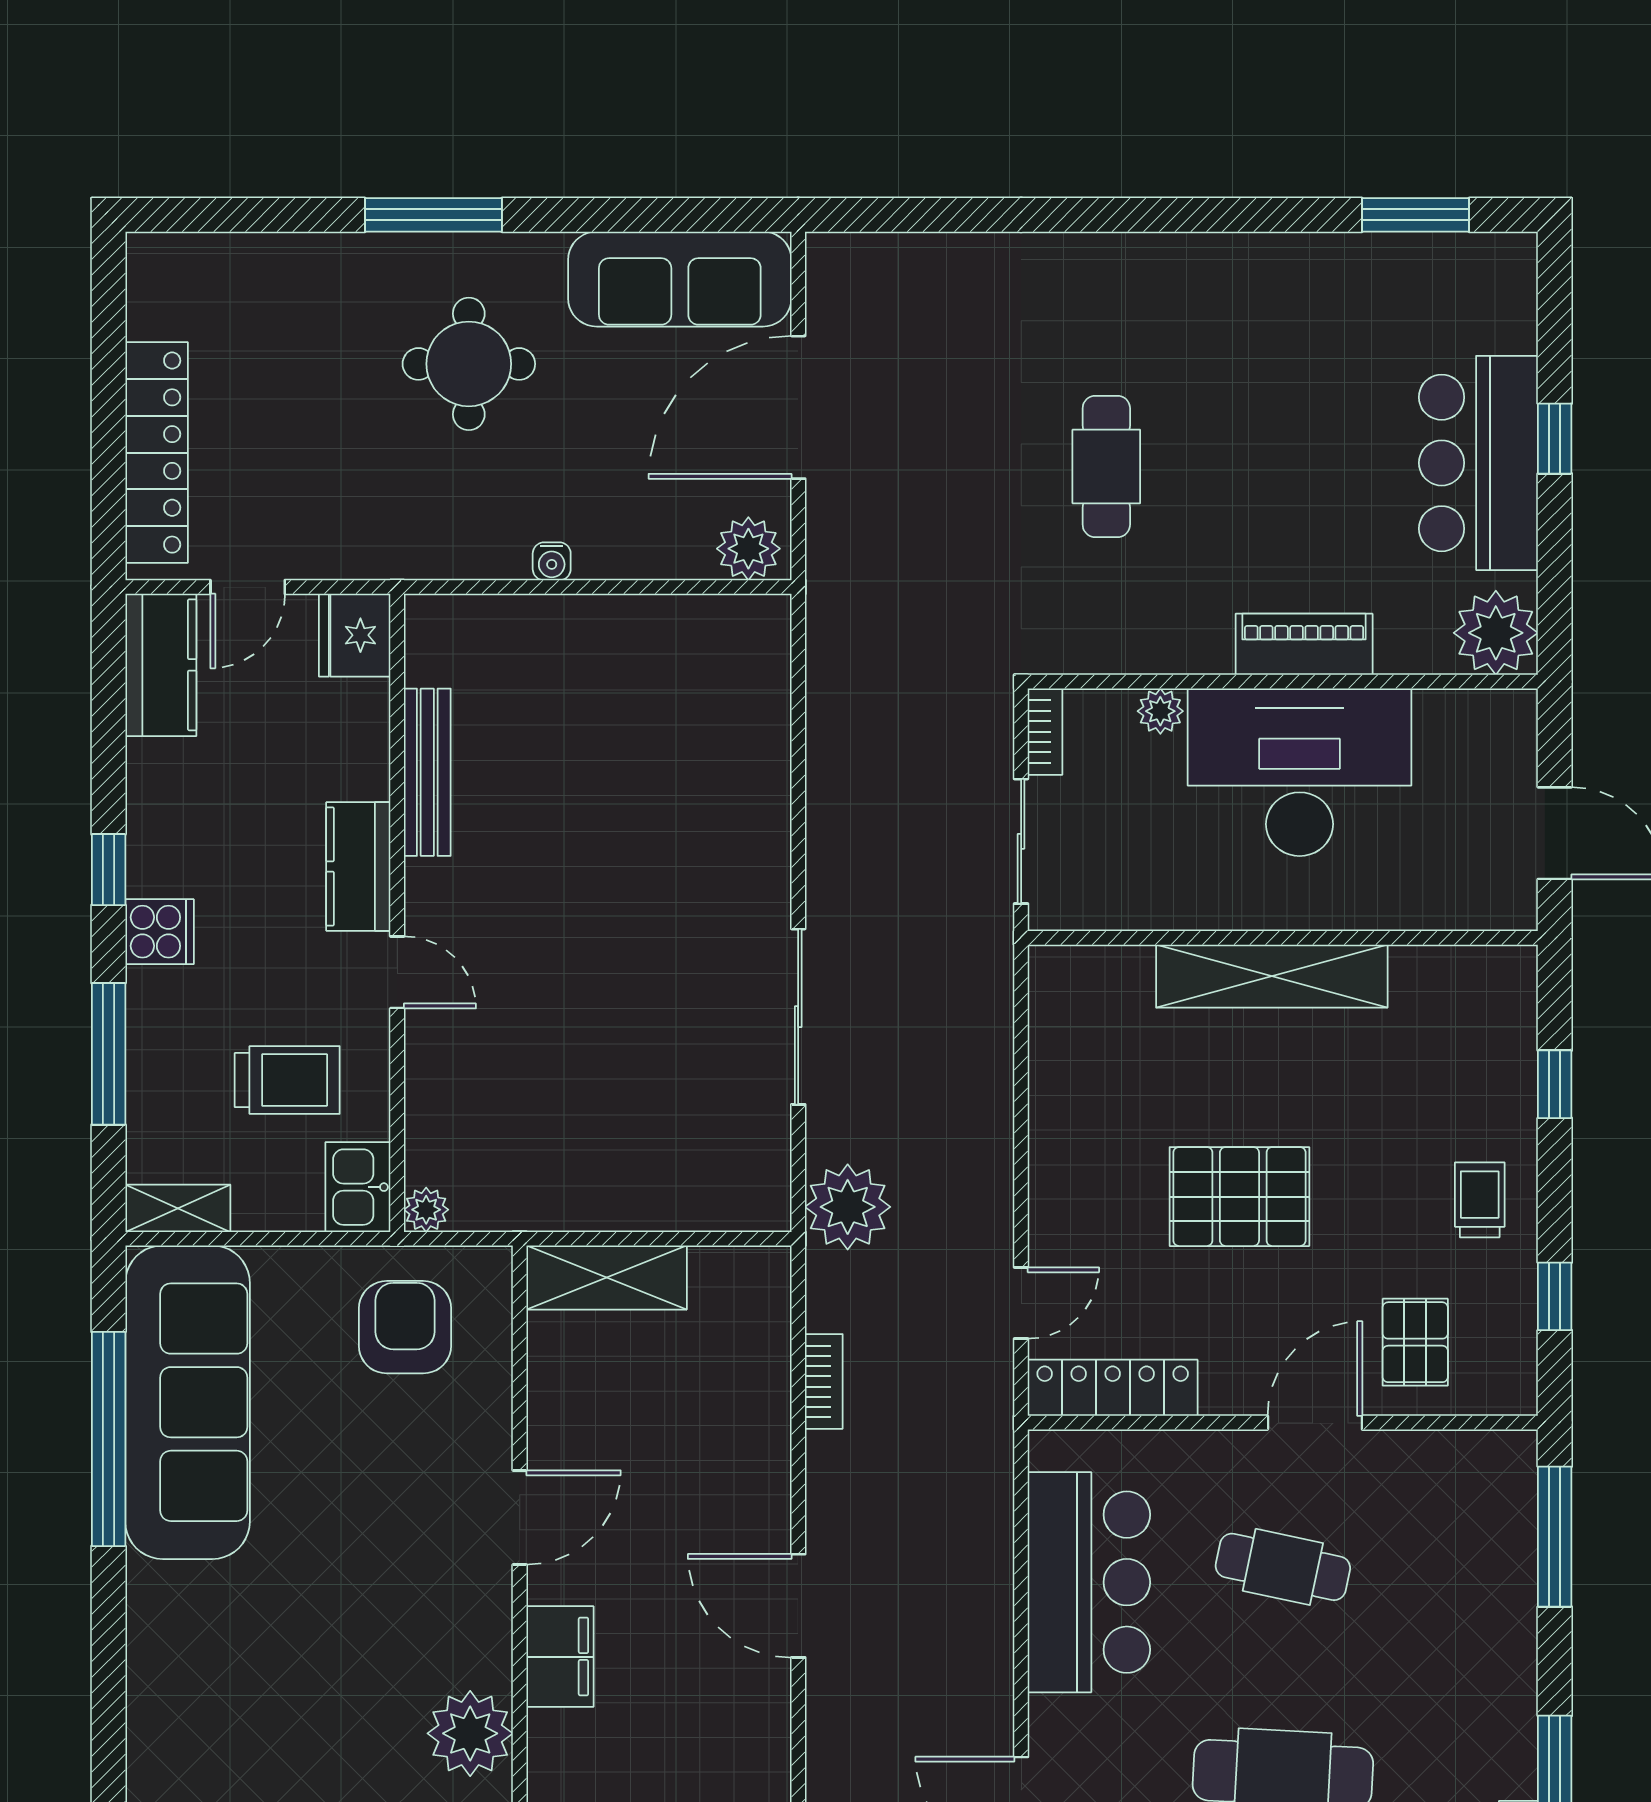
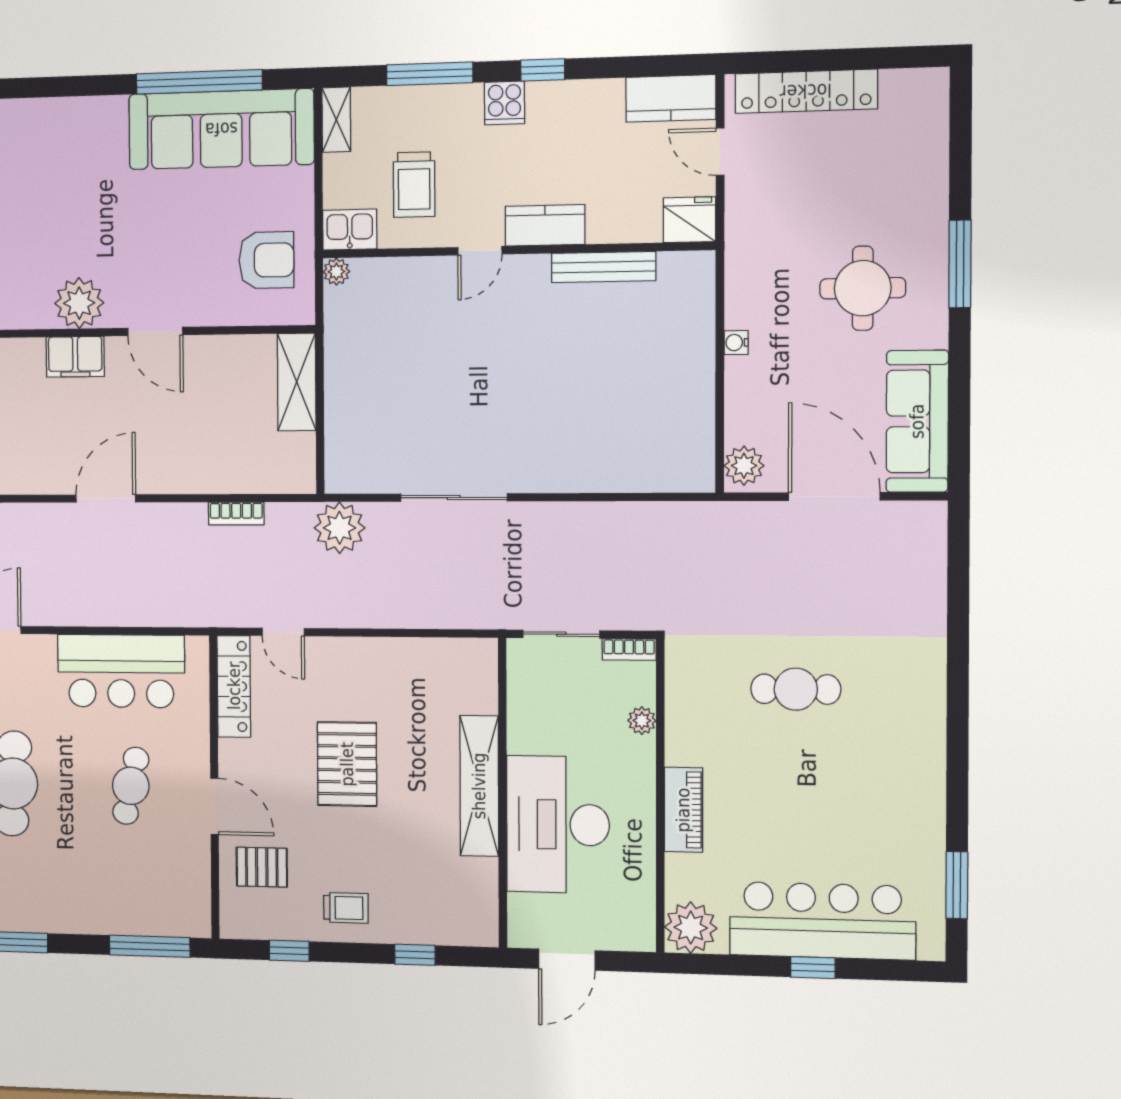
bar counter: (1478, 463) -> (822, 921), width x1.36
desk: (1300, 772) -> (558, 824), moved, turned 180
plant: (470, 1733) -> (79, 303), moved

